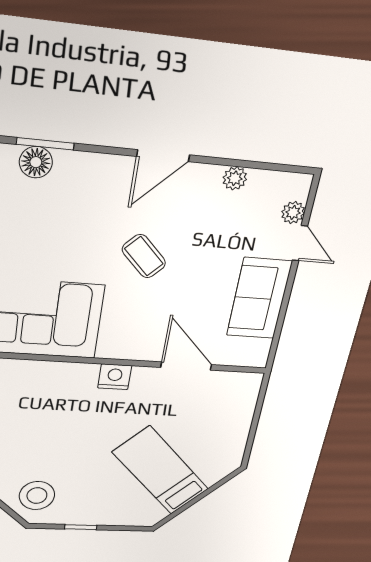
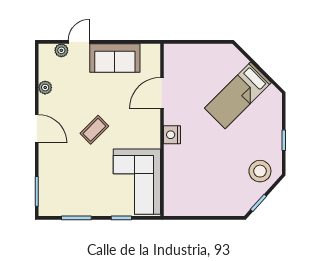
floor lamp: (36, 162) -> (47, 195), removed

